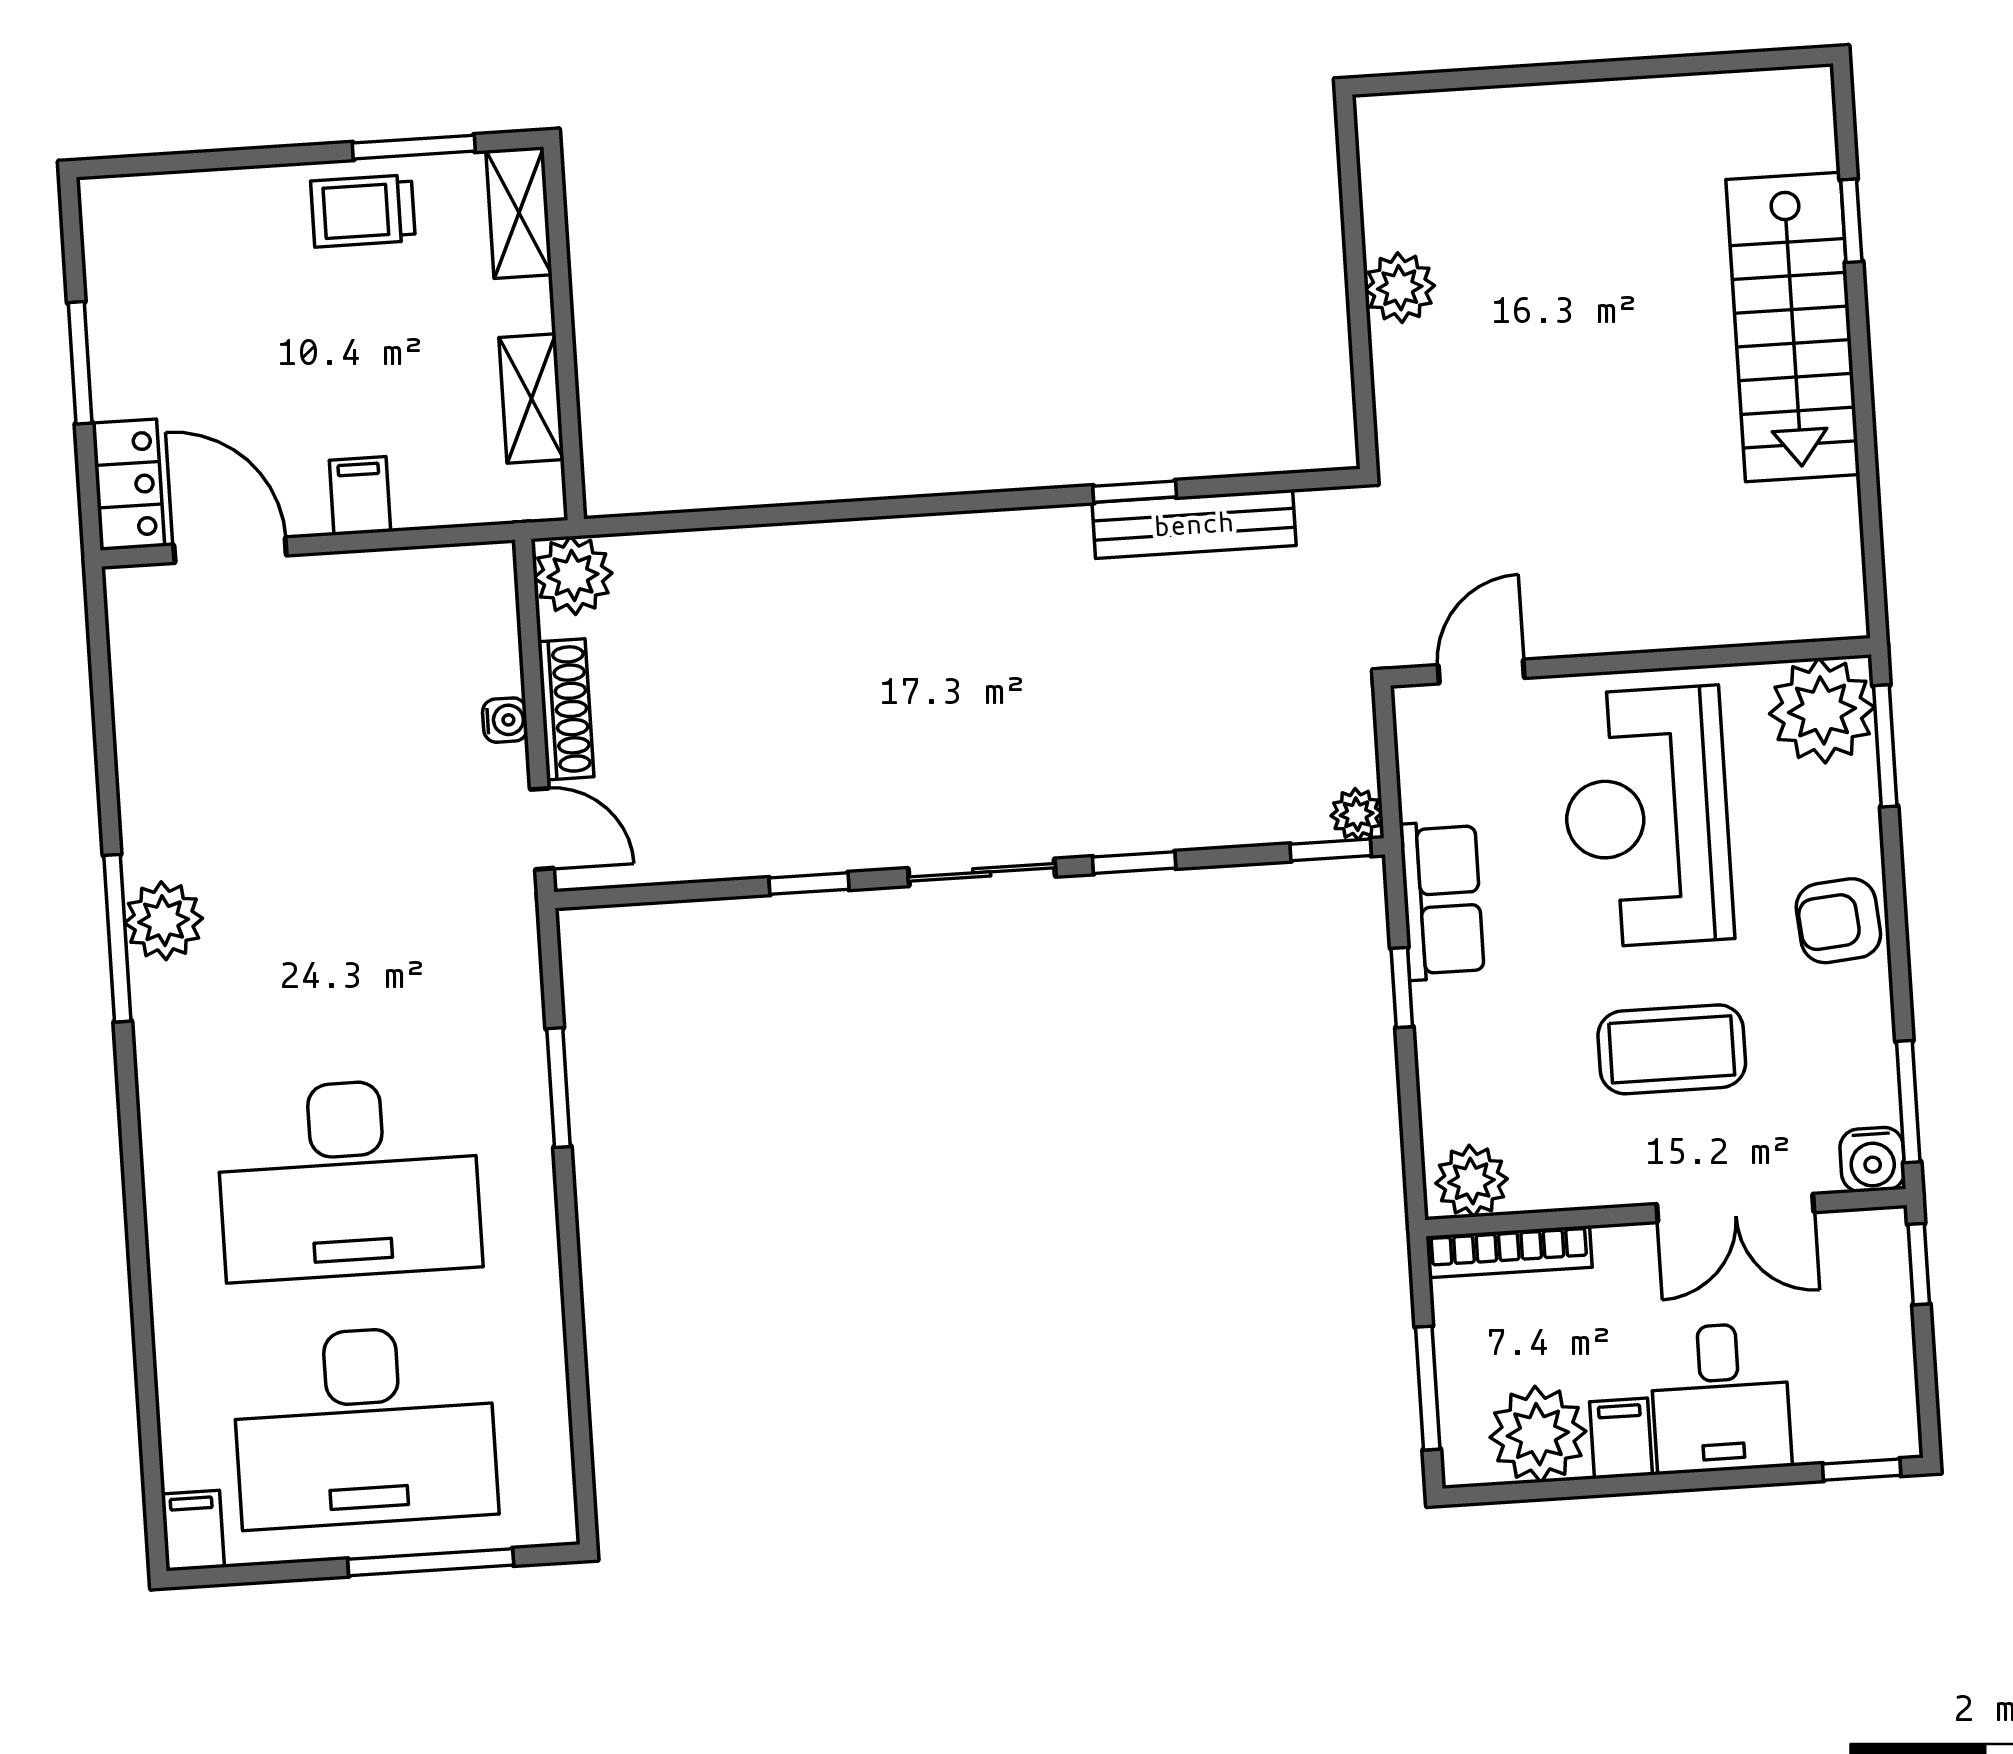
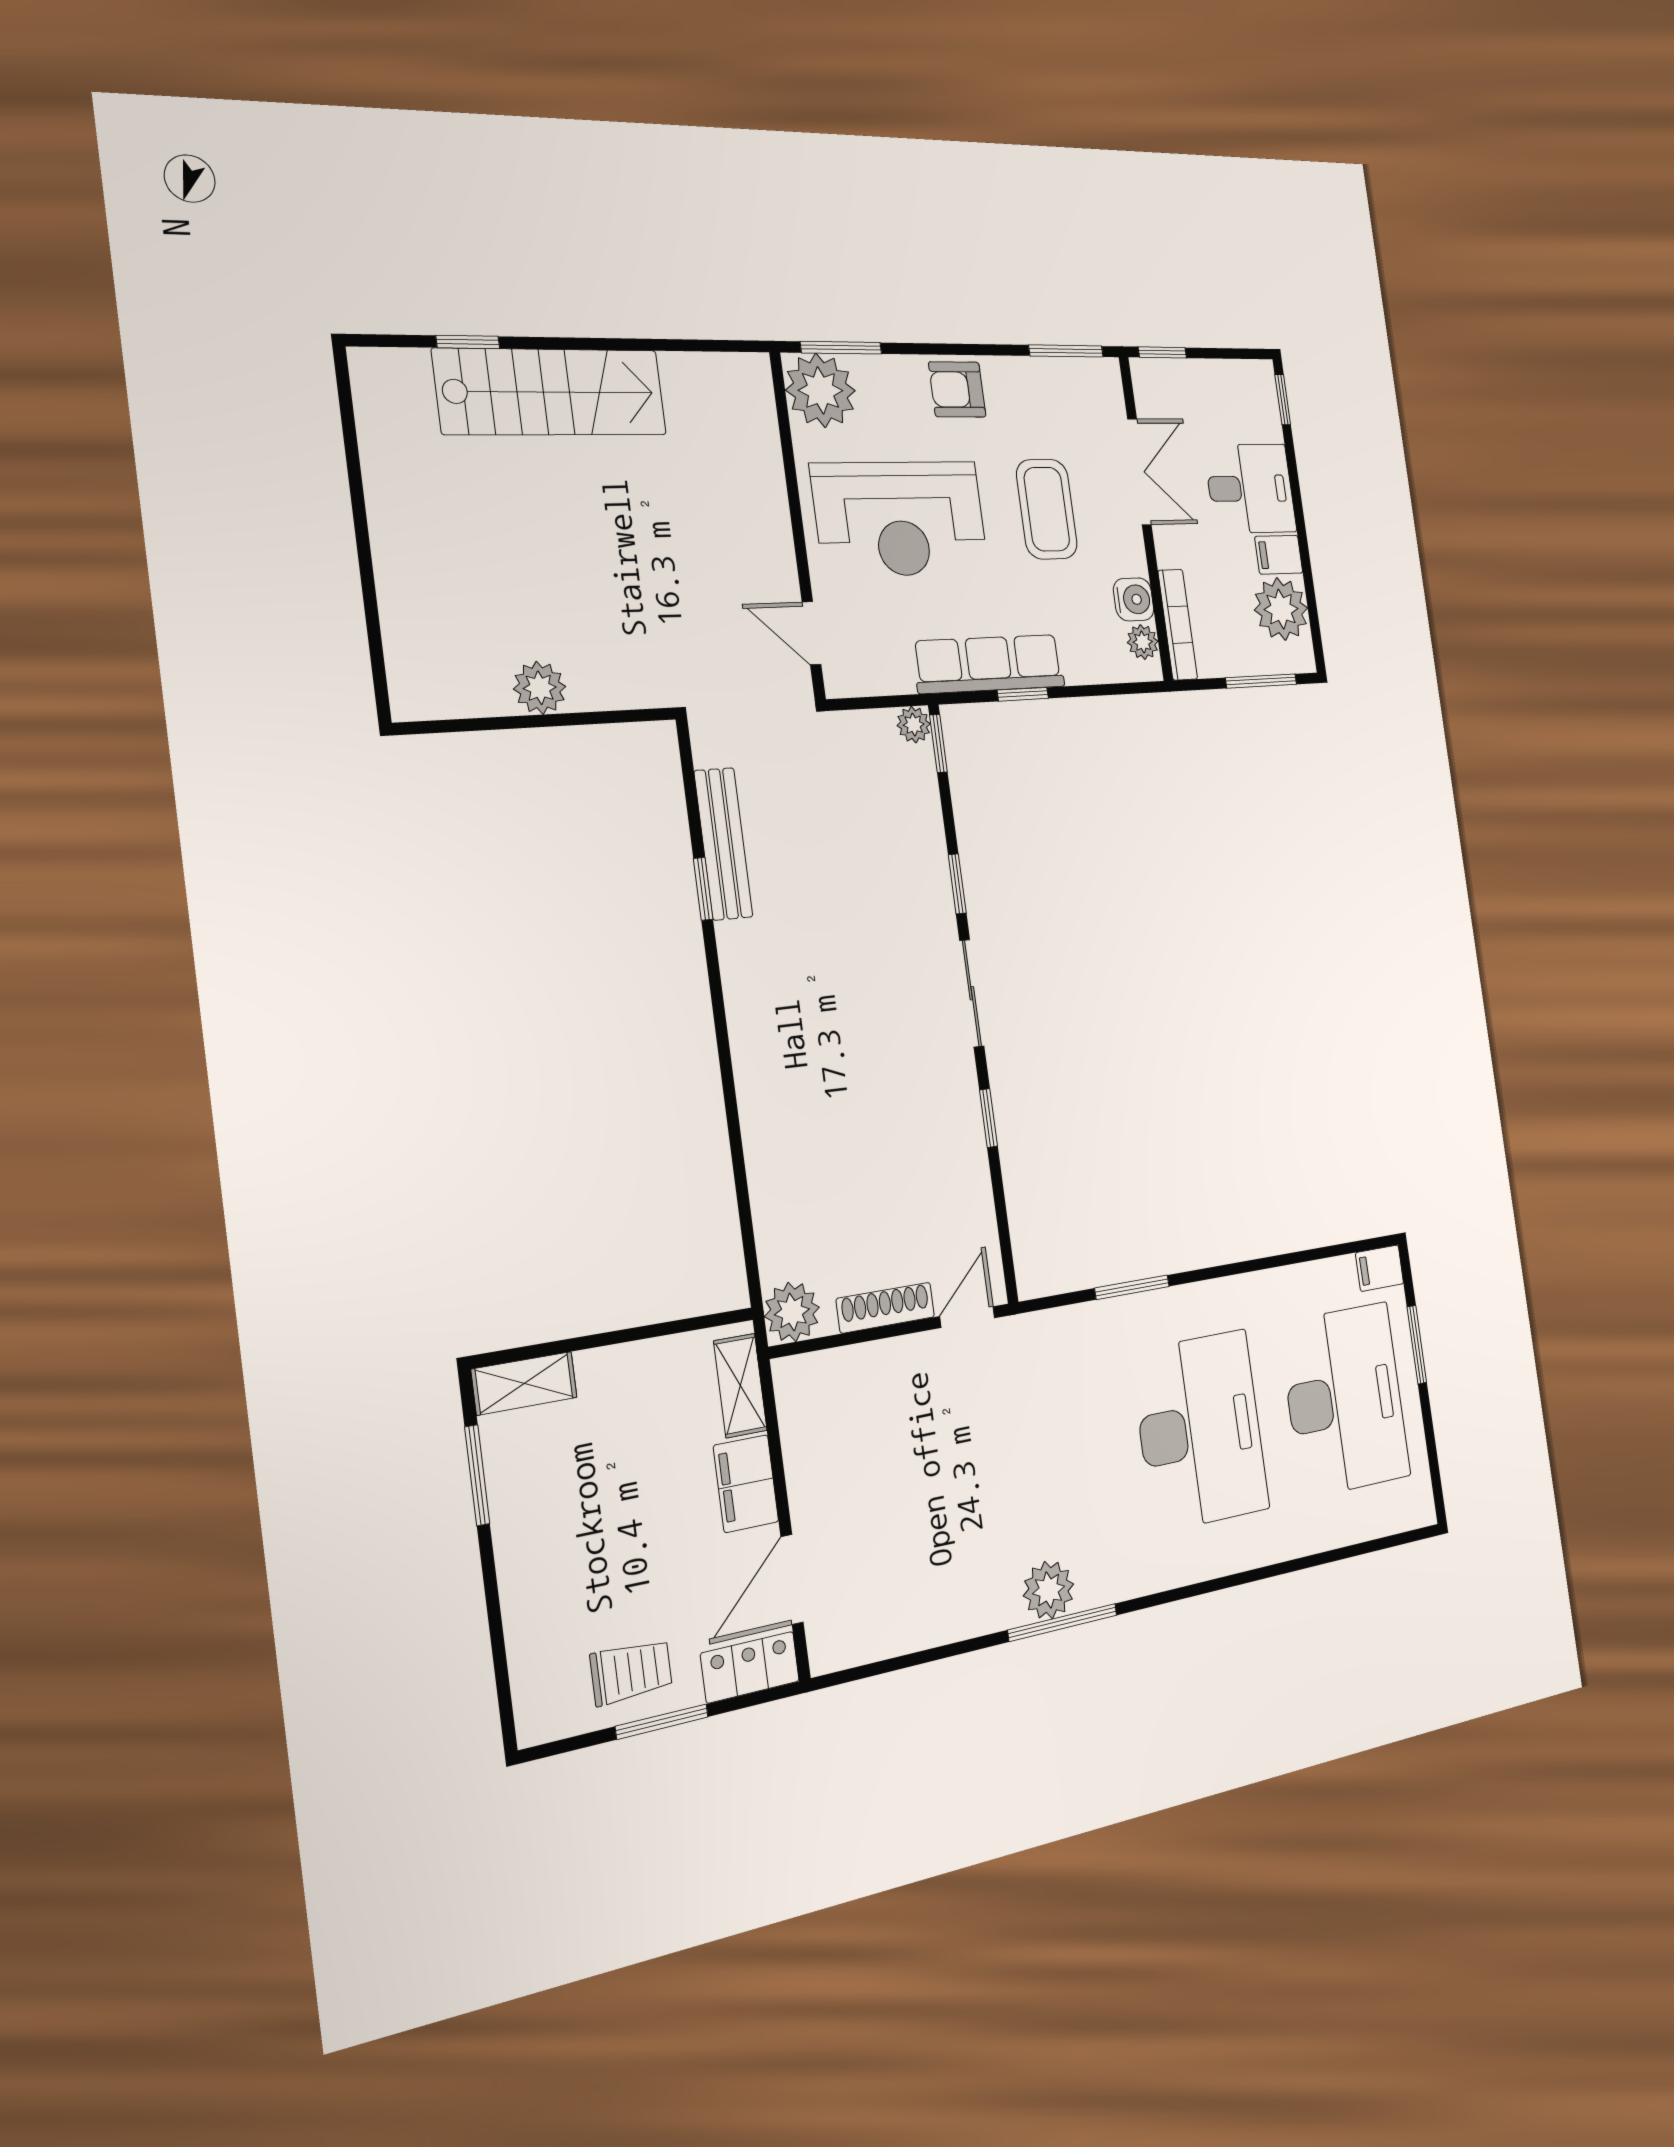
trolley: (363, 211) -> (631, 1672), moved, turned -90
shelving: (531, 399) -> (740, 1386), moved, turned 90
filing cabinet: (360, 496) -> (746, 1484), width x2.00
water cooler: (505, 720) -> (896, 1353), removed
row of seats: (1442, 900) -> (989, 664), width x1.48
armchair: (1838, 921) -> (957, 389), turned 95
water cooler: (1872, 1160) -> (1134, 599), moved
plant: (1472, 1181) -> (1143, 642), width x0.73, depth x0.73
filing cabinet: (193, 1531) -> (1380, 1268), moved
window: (431, 1562) -> (1417, 1345), width x0.69

